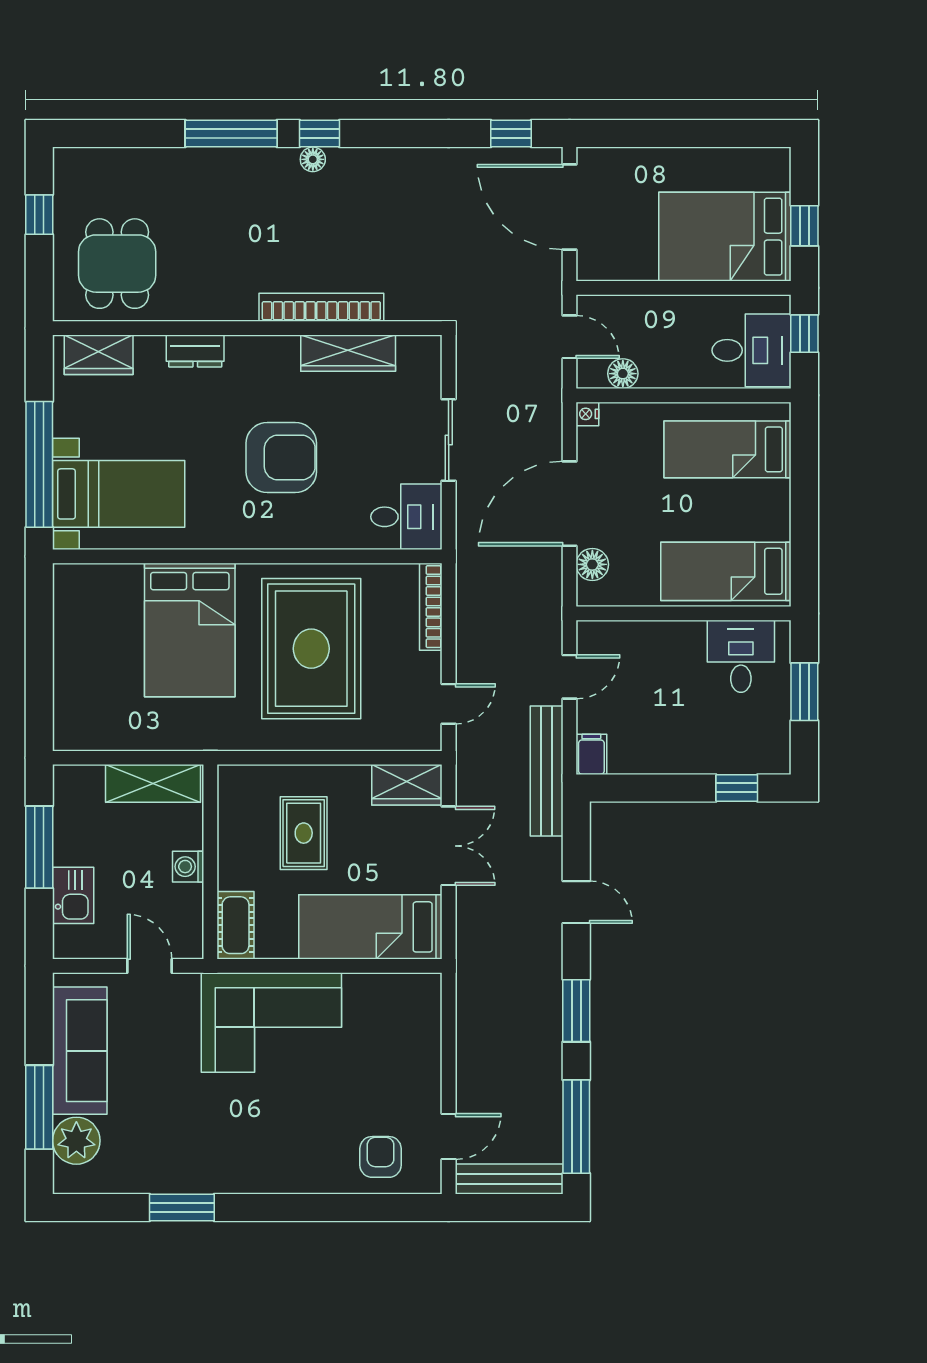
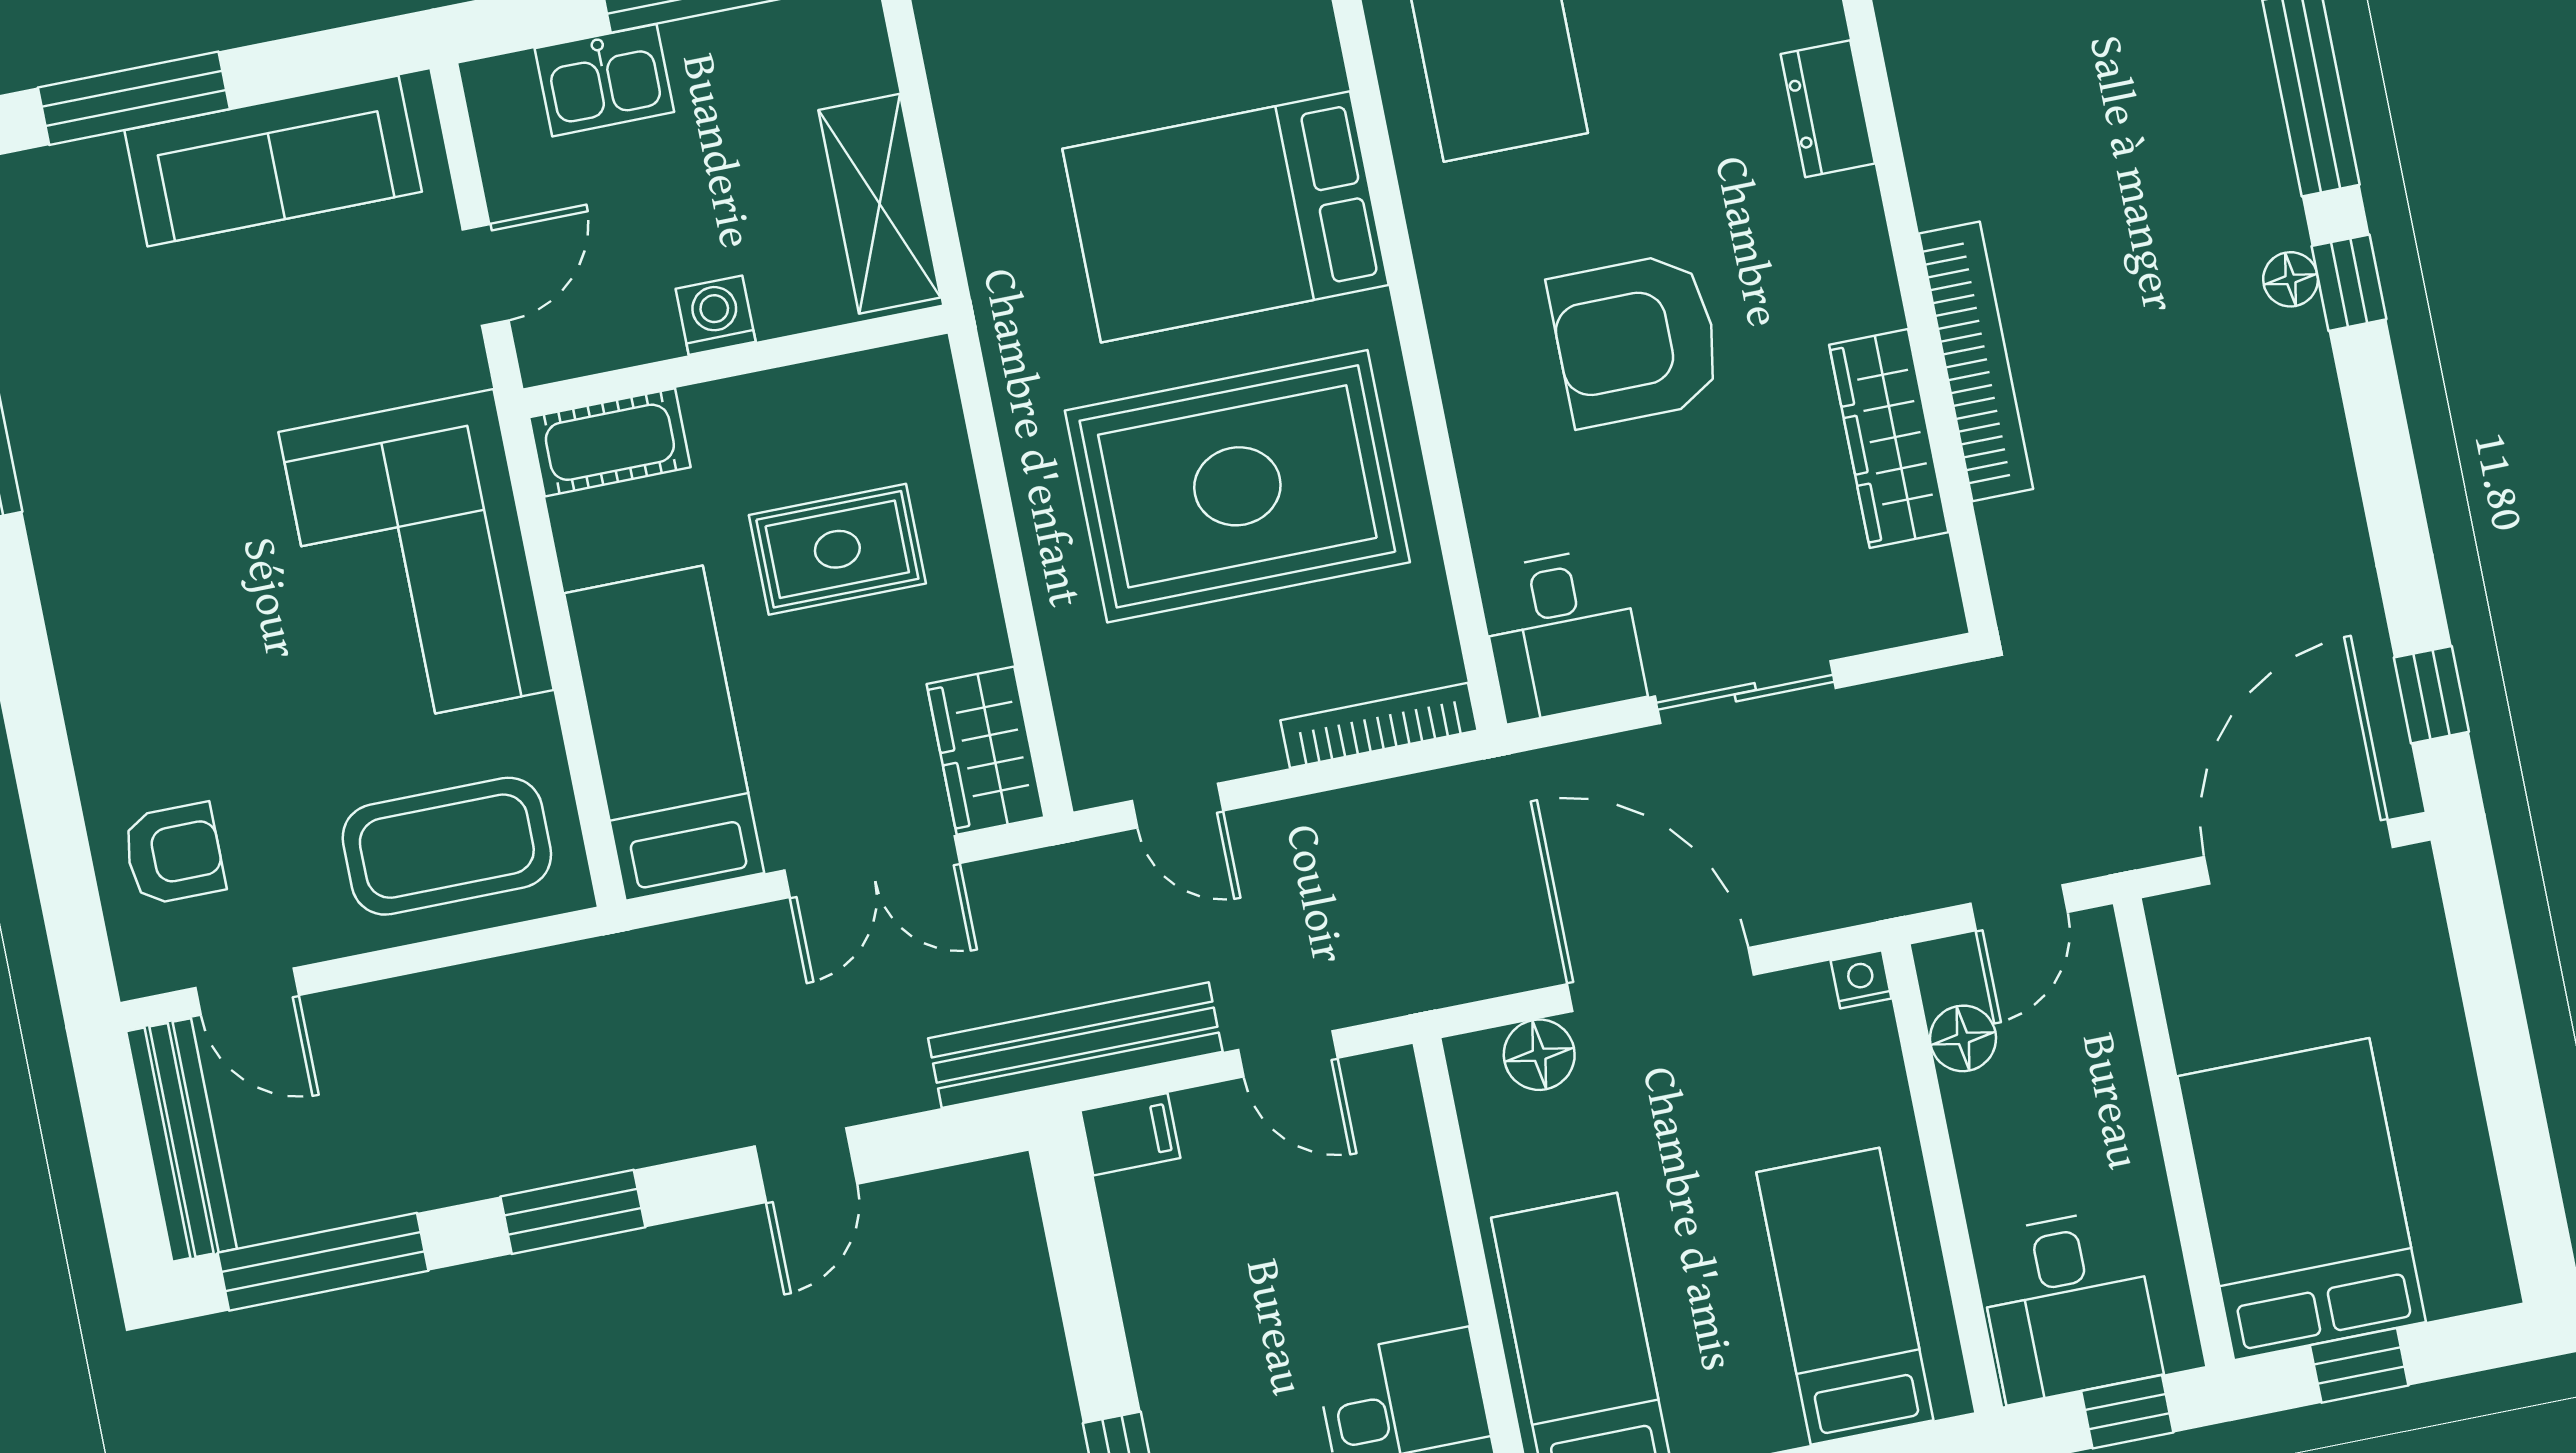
armchair: (281, 458) -> (1636, 340), turned 90
coffee table: (401, 1034) -> (447, 846), added
plant: (76, 1141) -> (78, 192), removed

